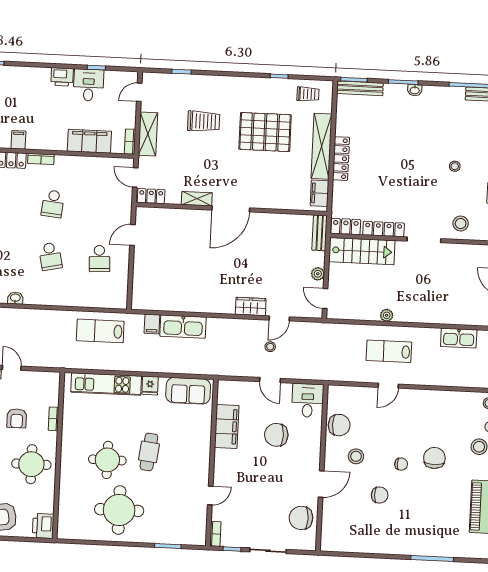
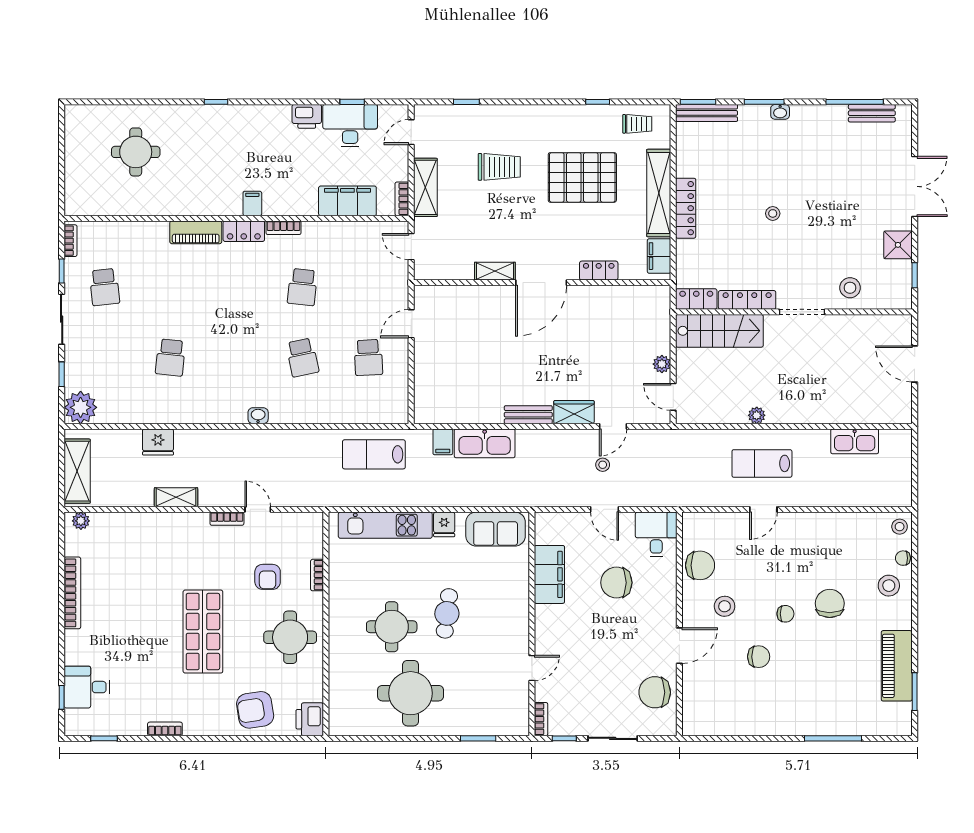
desk: (89, 85) -> (350, 126), width x1.37
stool: (455, 166) -> (773, 213), moved
locker: (151, 196) -> (599, 271), moved
bench: (320, 233) -> (528, 415), moved, turned 90

